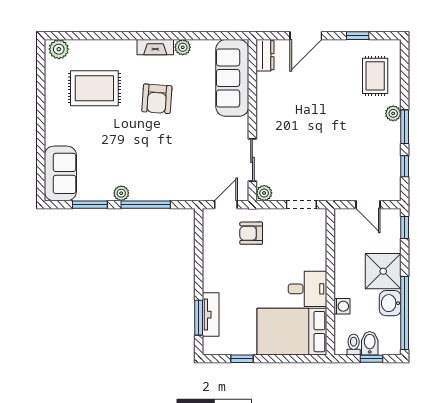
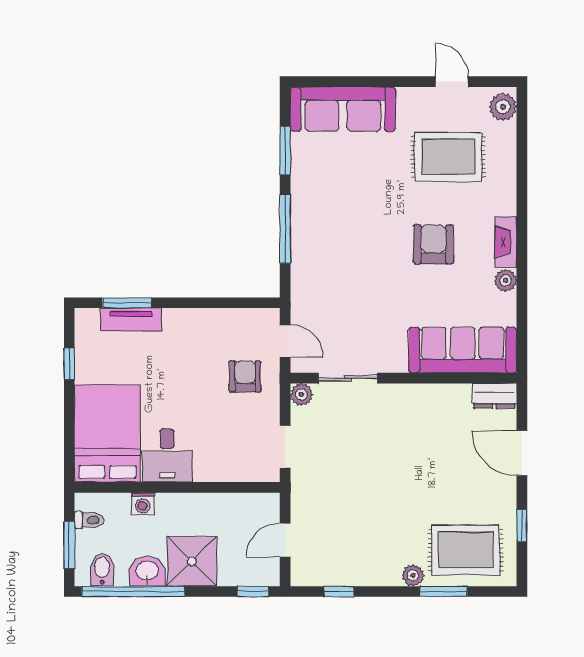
rug: (375, 76) -> (466, 550), width x1.36, depth x1.43
door: (41, 86) -> (452, 82), added
rug: (94, 88) -> (448, 157), turned 90
armchair: (157, 99) -> (434, 244), turned 86
window: (405, 127) -> (444, 591), moved
sofa: (60, 173) -> (343, 109), width x1.36
plant: (121, 193) -> (301, 194), removed
bidet: (370, 343) -> (102, 570), moved, turned -90
window: (371, 359) -> (69, 545), width x1.50

